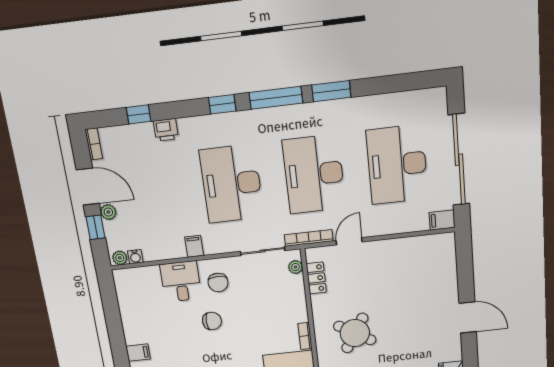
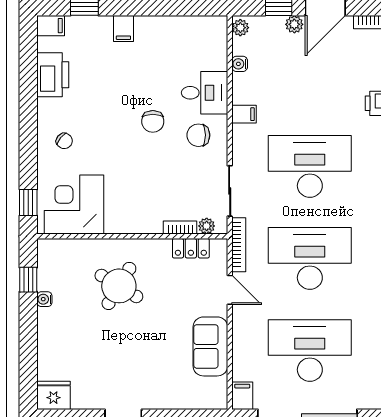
sofa: (400, 252) -> (210, 346), added
water cooler: (135, 257) -> (240, 64), moved
bookcase: (305, 336) -> (180, 227), moved

